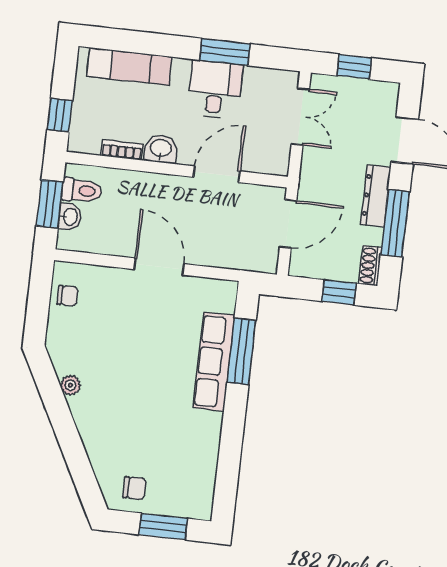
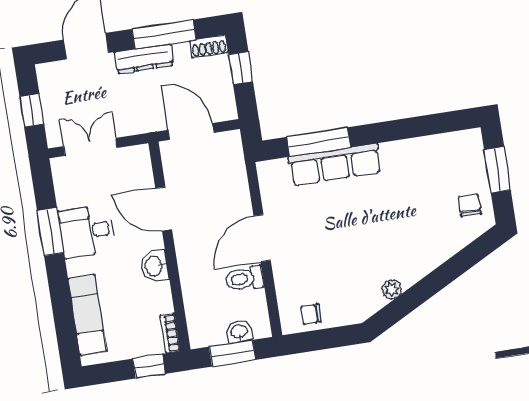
bookcase: (122, 150) -> (170, 333), moved
toilet: (82, 191) -> (244, 279), moved, turned -90
chair: (68, 296) -> (311, 314), turned -90

